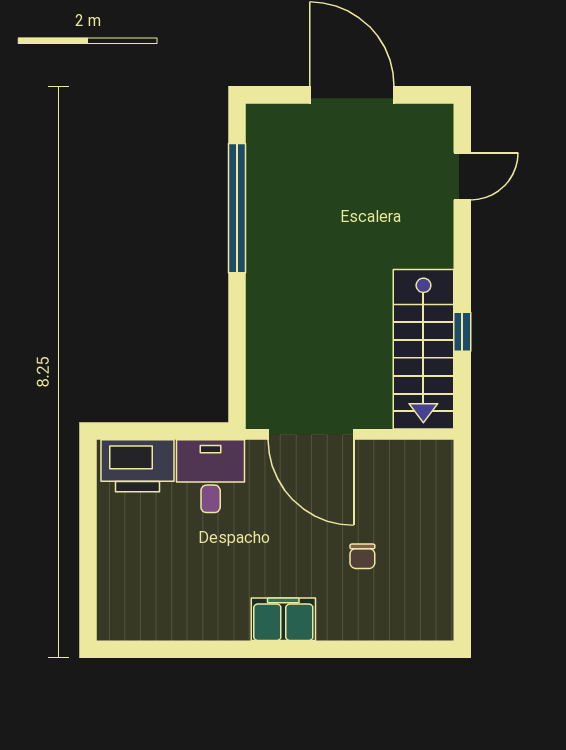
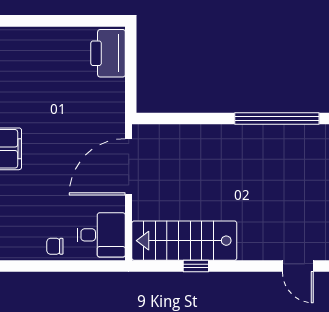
desk: (211, 476) -> (101, 235), moved
chair: (362, 556) -> (55, 246), moved

